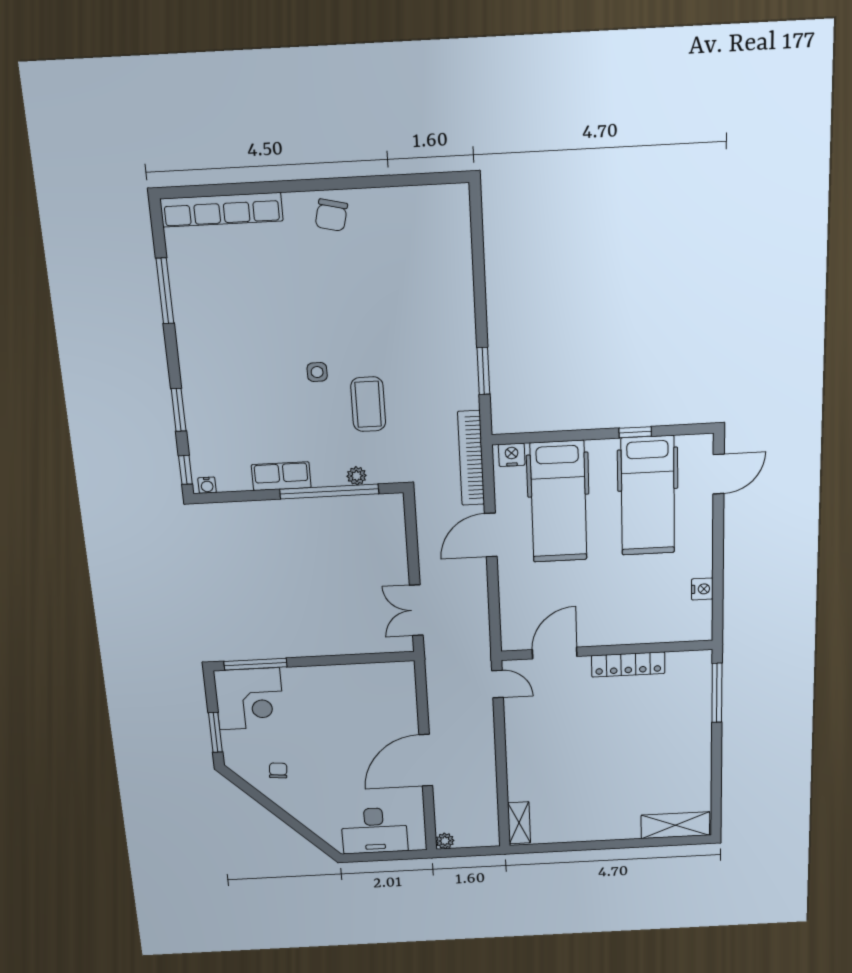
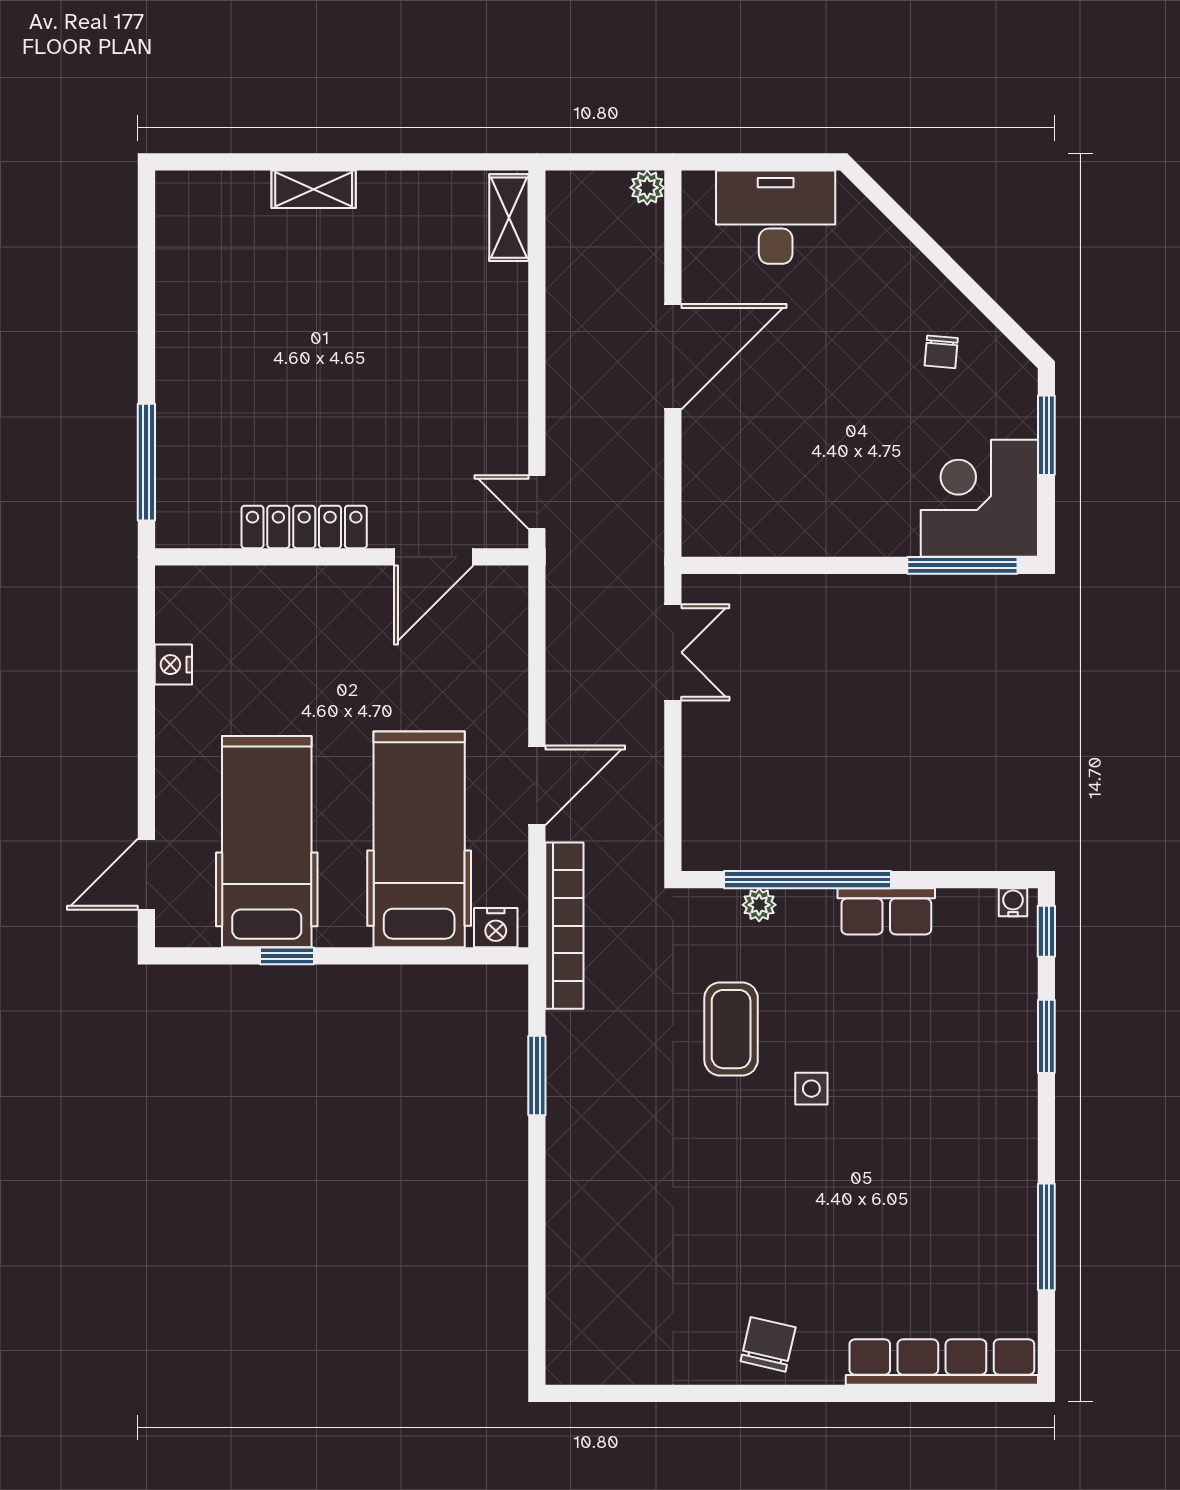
shelving: (675, 825) -> (314, 189), moved, width x0.67, depth x0.75

